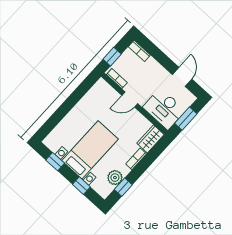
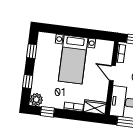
bed with nightstands: (90, 150) -> (73, 60), moved, turned 90
plant: (115, 178) -> (36, 99), moved

